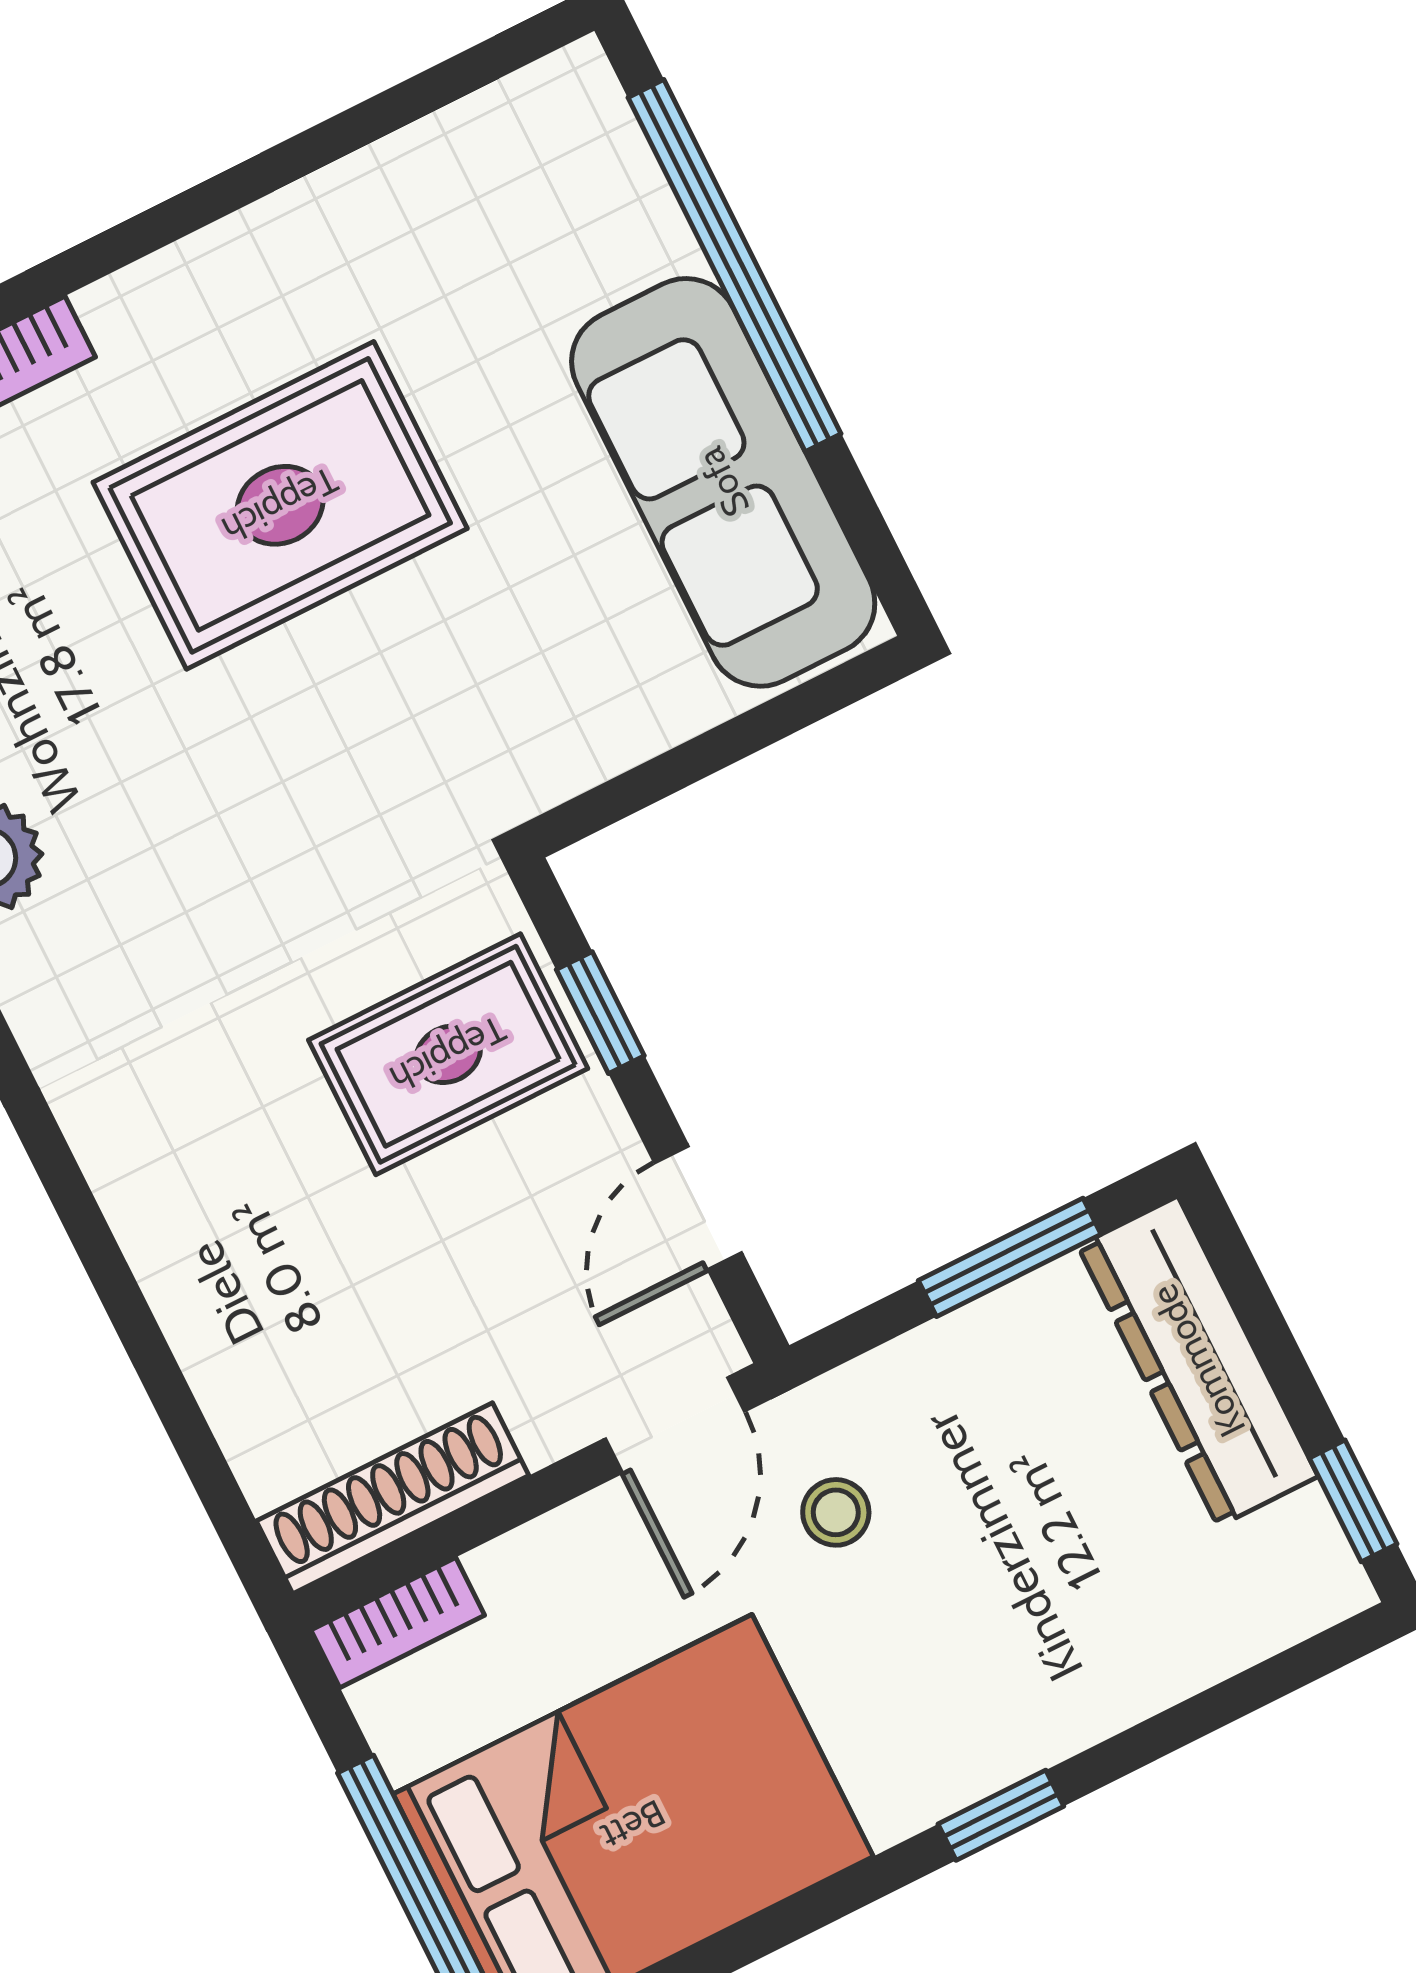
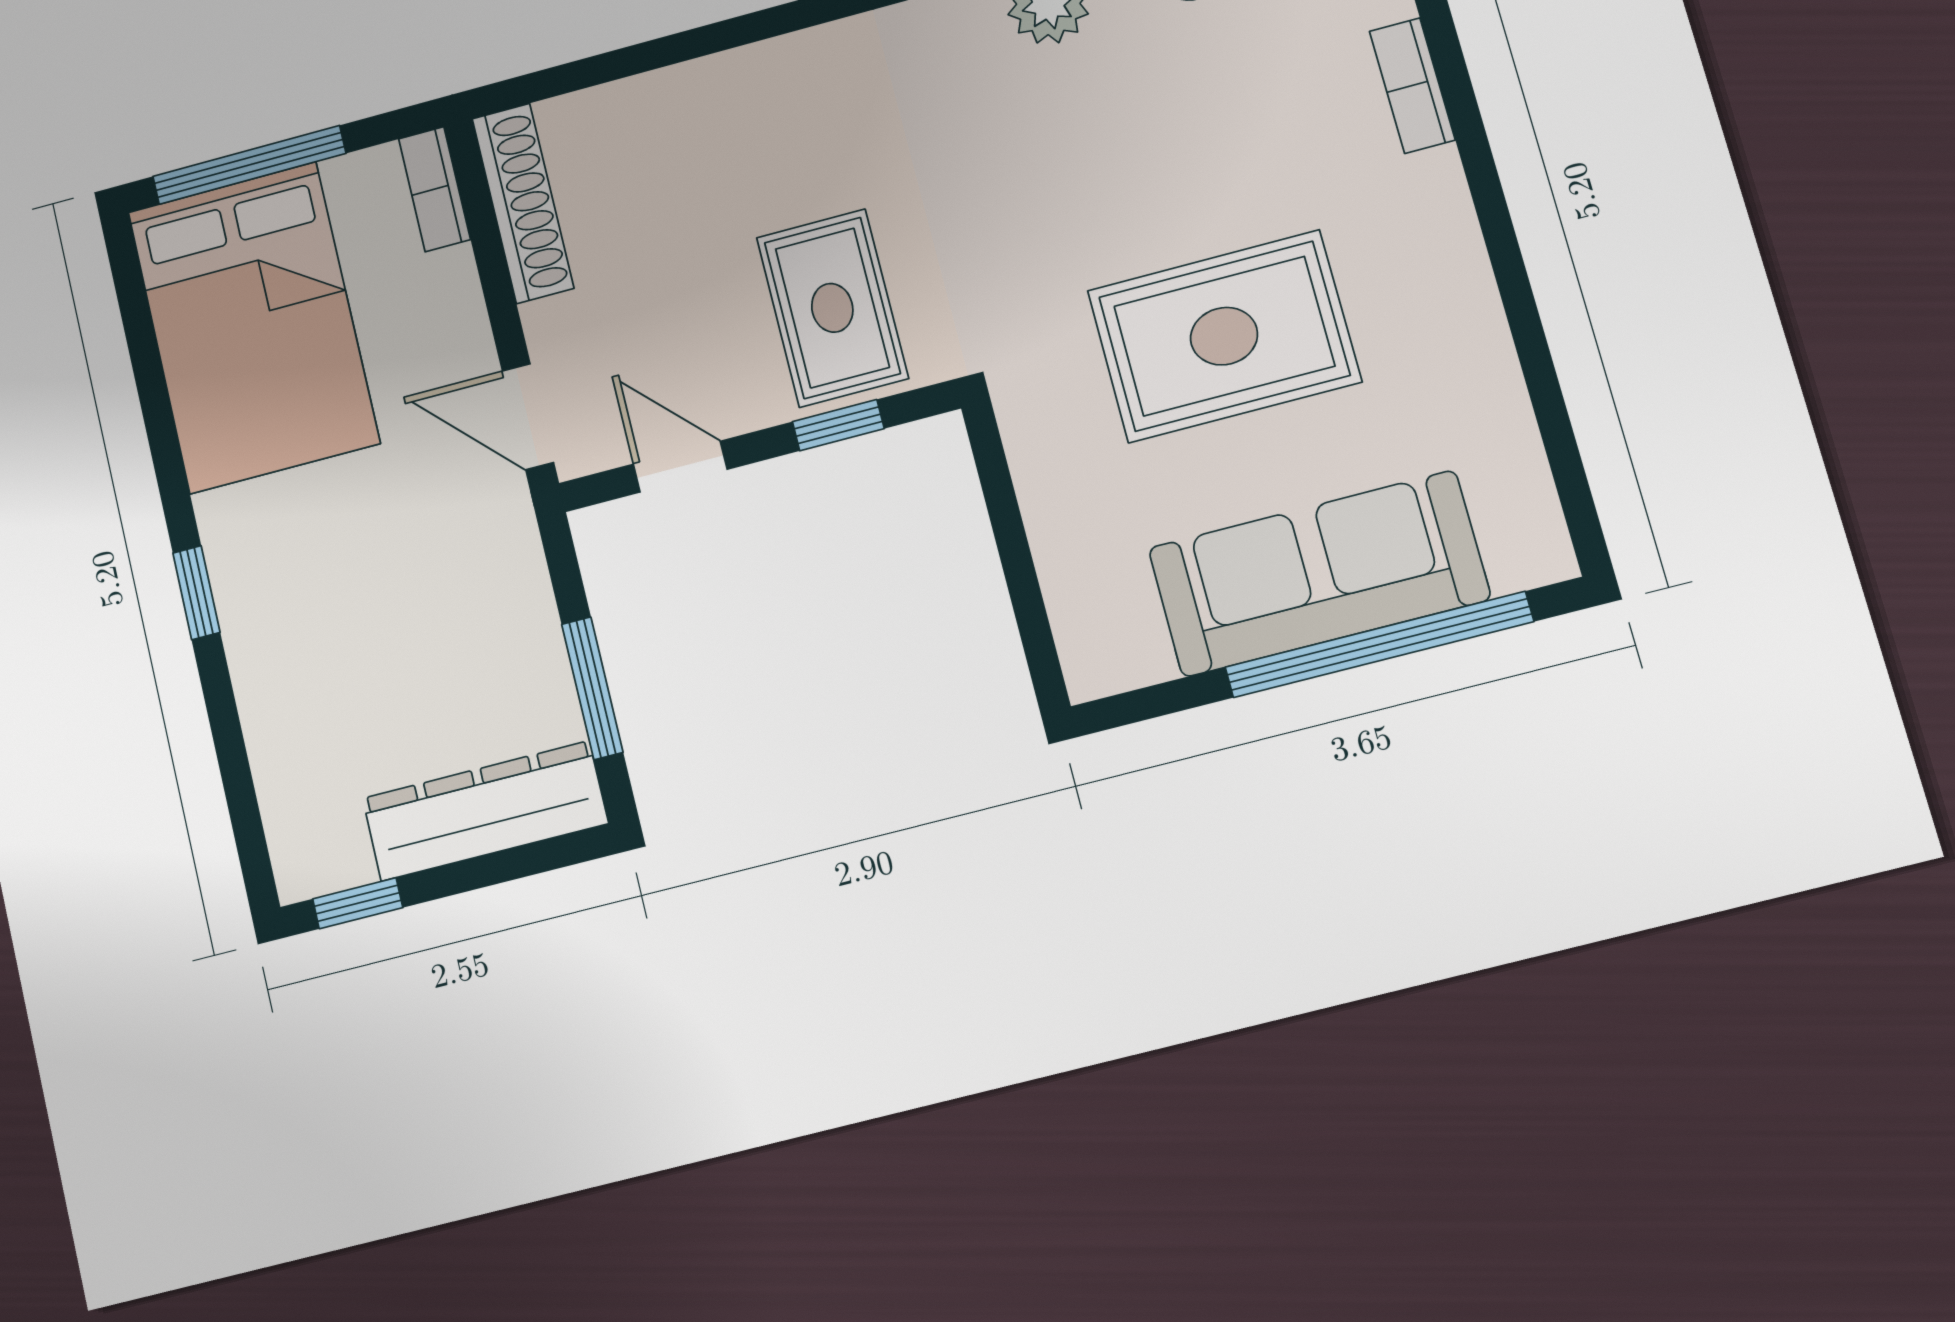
sofa: (723, 482) -> (1319, 574), moved
rug: (280, 505) -> (1224, 336), moved, turned 90
stool: (836, 1512) -> (438, 520), removed

